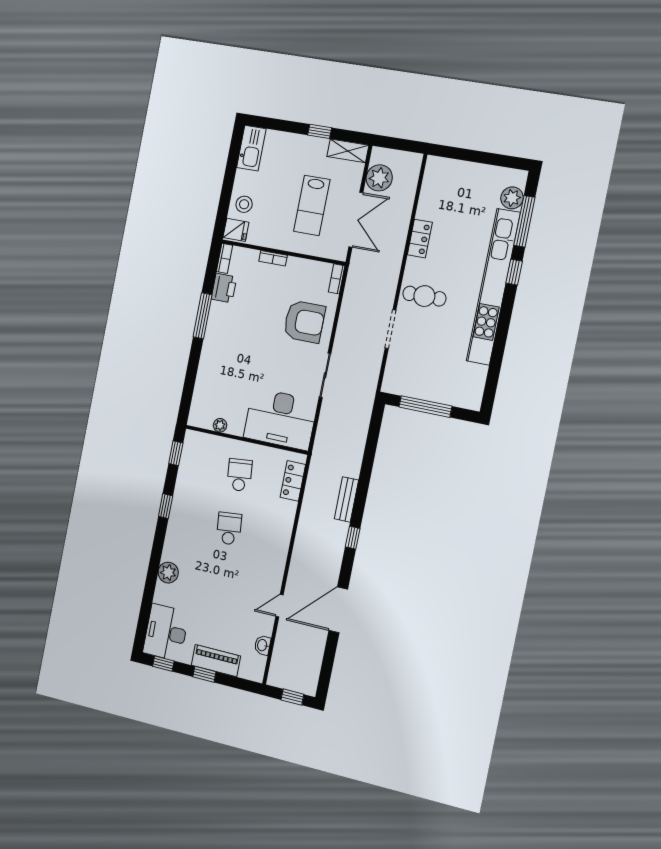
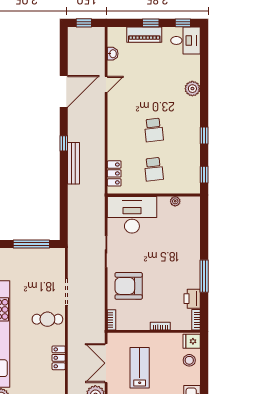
bench: (346, 499) -> (74, 163), width x1.36
desk: (166, 632) -> (185, 40), width x0.73

